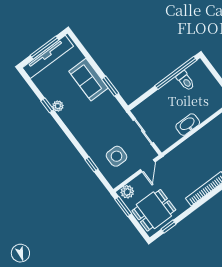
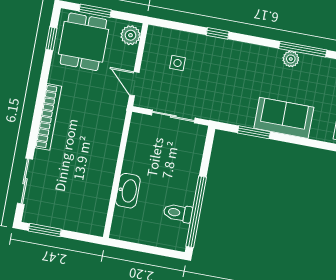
window: (47, 105) -> (303, 49), width x2.17
washbasin: (188, 125) -> (128, 191), moved
side table: (117, 156) -> (178, 63), width x0.54, depth x0.54
window: (92, 164) -> (218, 33), moved
window: (123, 206) -> (95, 11), moved

